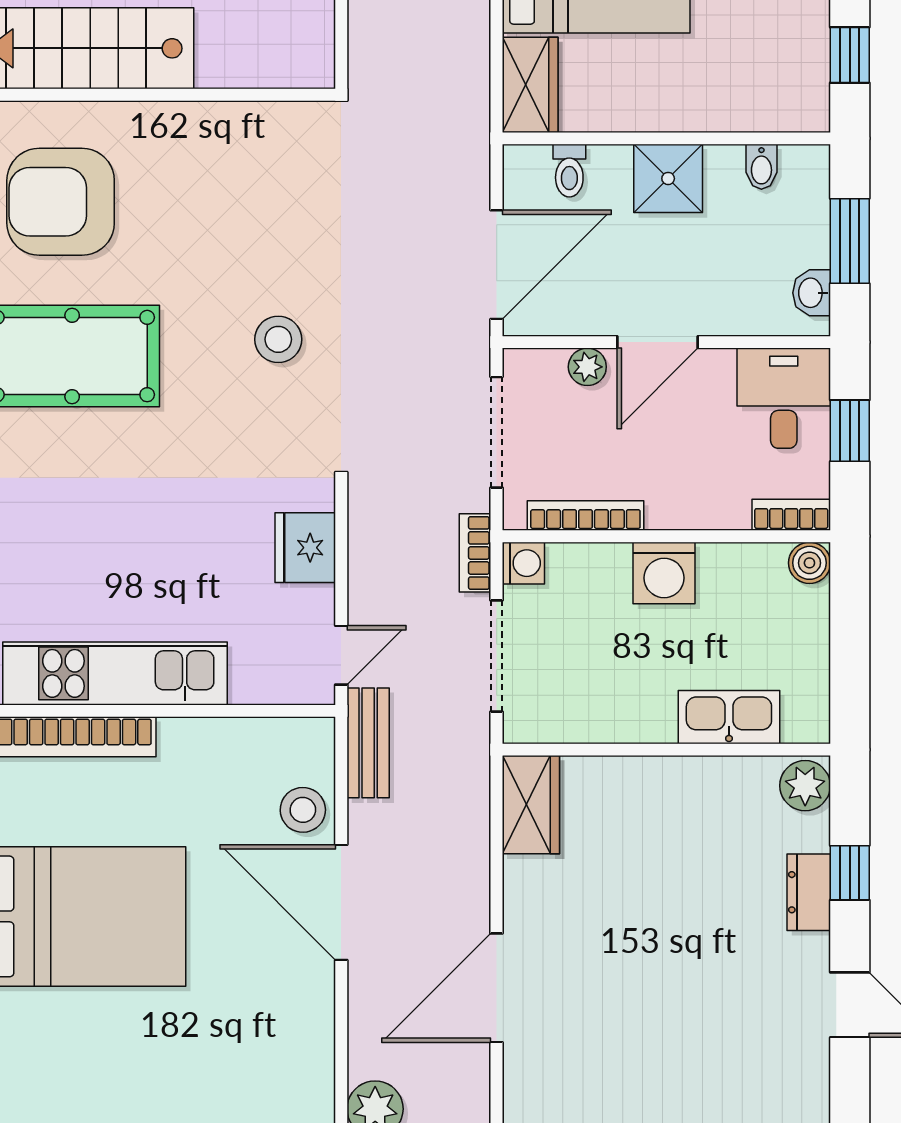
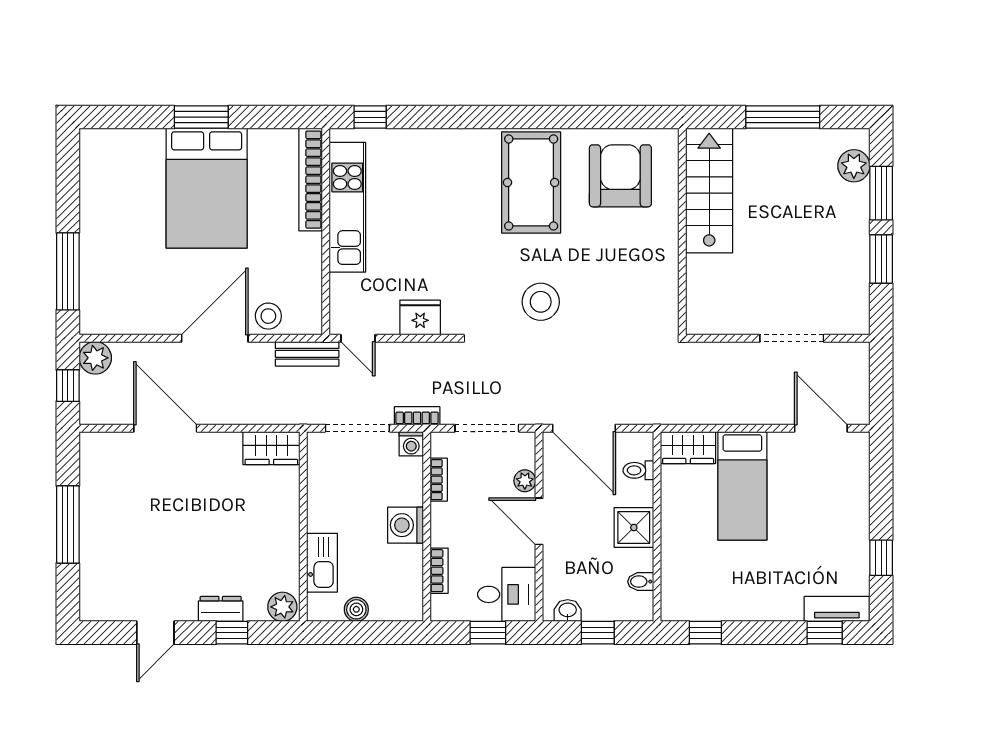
window: (850, 241) -> (598, 633), width x0.67
stool: (278, 339) -> (541, 302), width x1.38, depth x1.38
bookcase: (791, 515) -> (439, 571), moved
bookcase: (585, 516) -> (439, 480), width x0.64
boiler: (809, 563) -> (356, 609), moved

